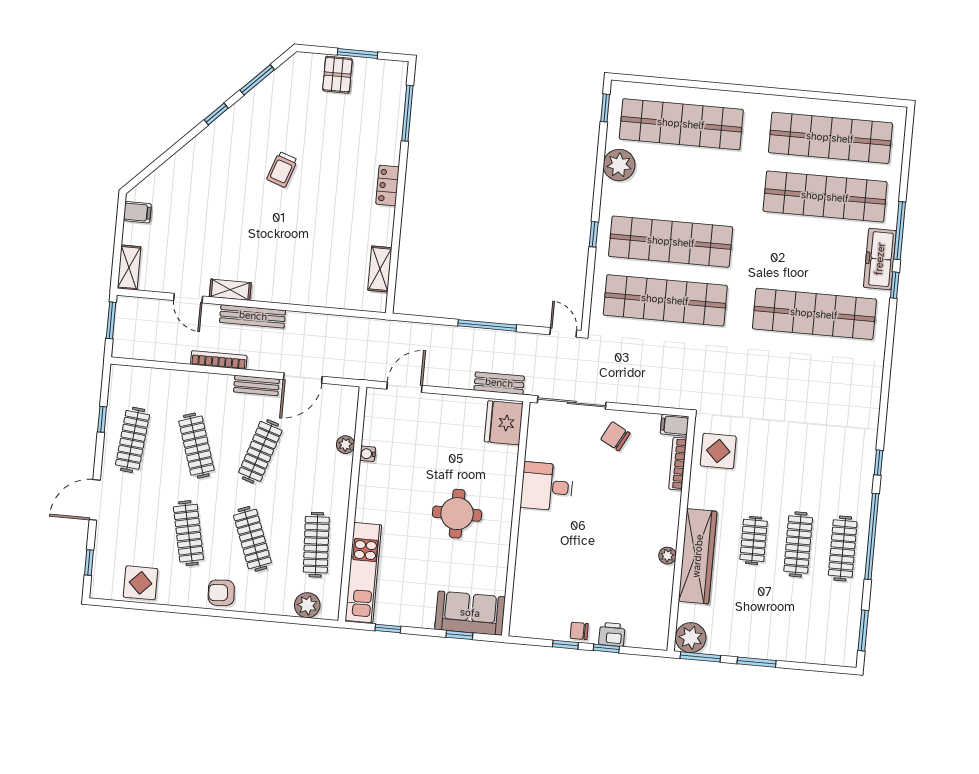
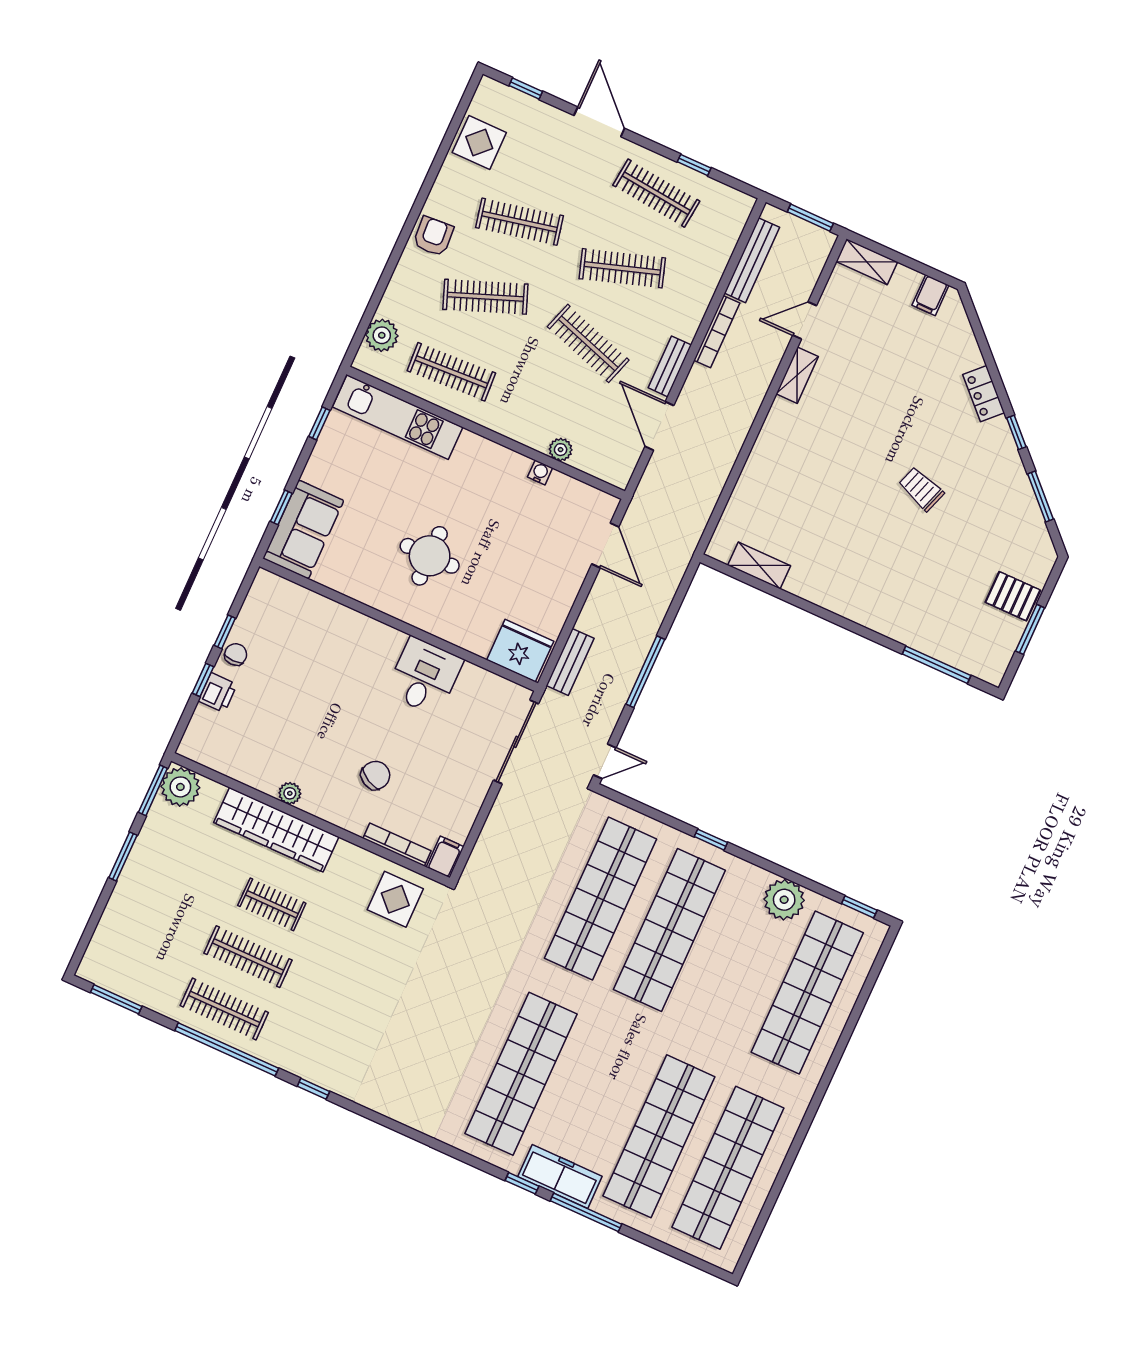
locker: (388, 185) -> (984, 394), moved, turned -135
bench: (253, 316) -> (752, 260), moved
chair: (615, 436) -> (375, 775), moved

